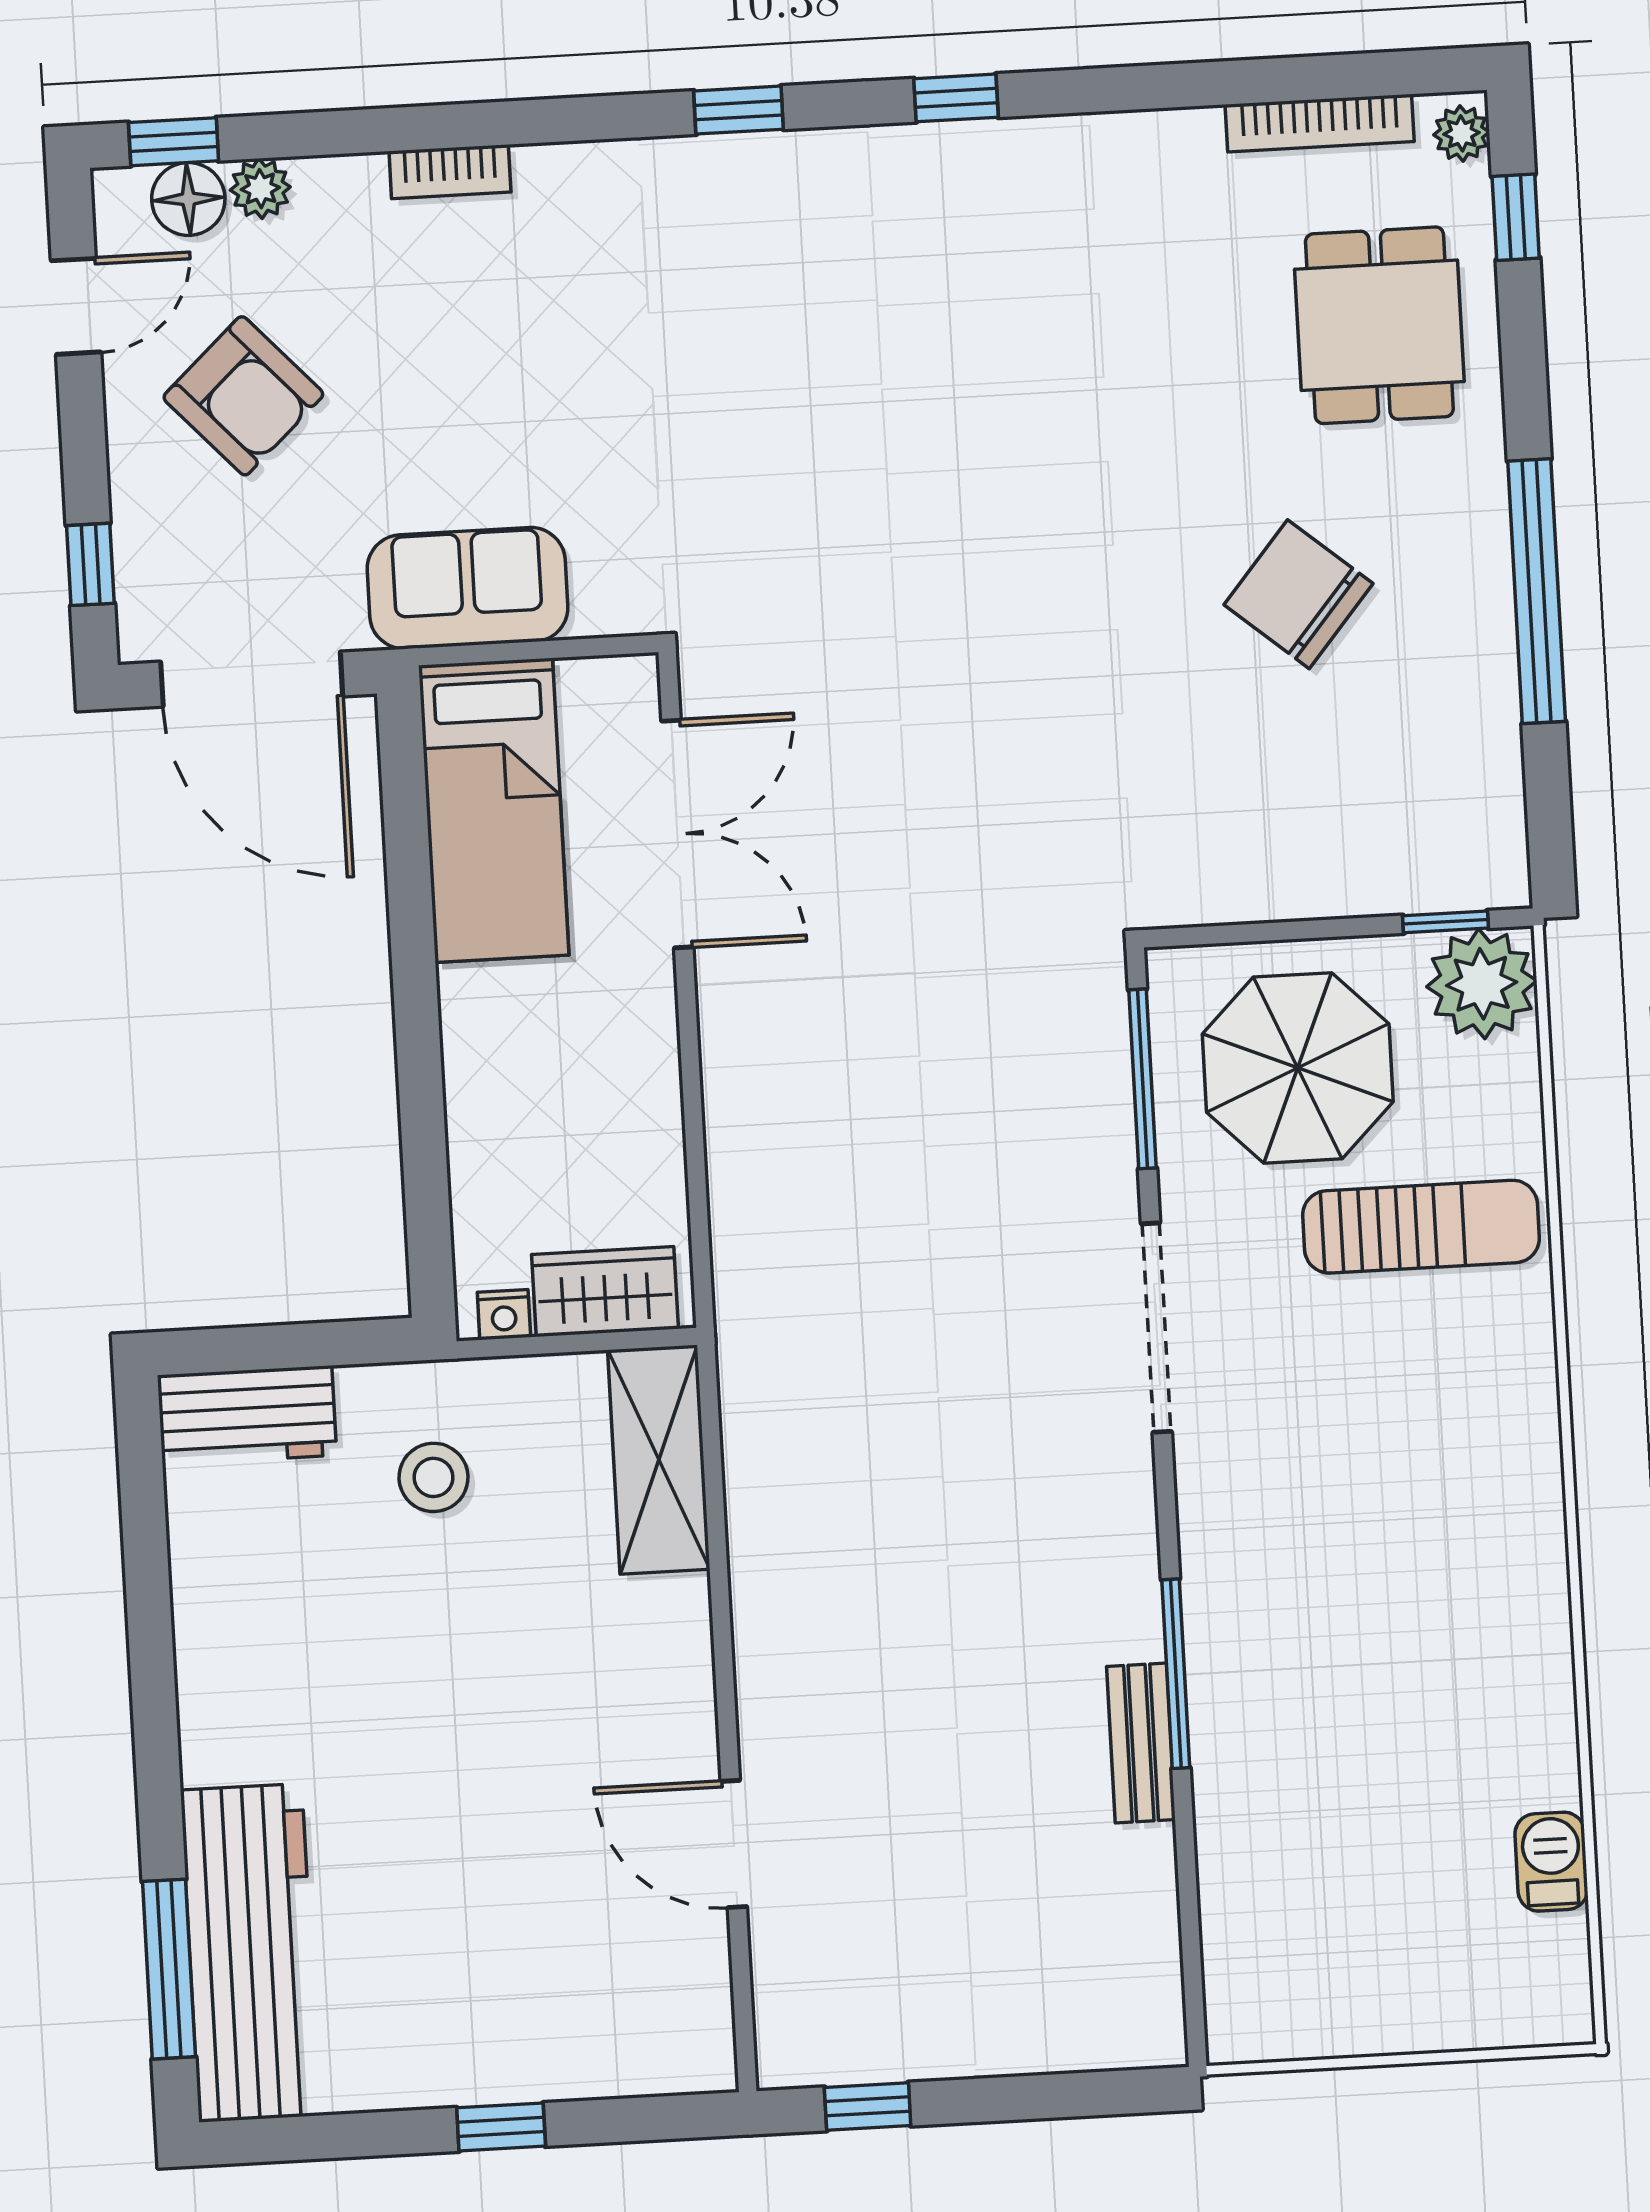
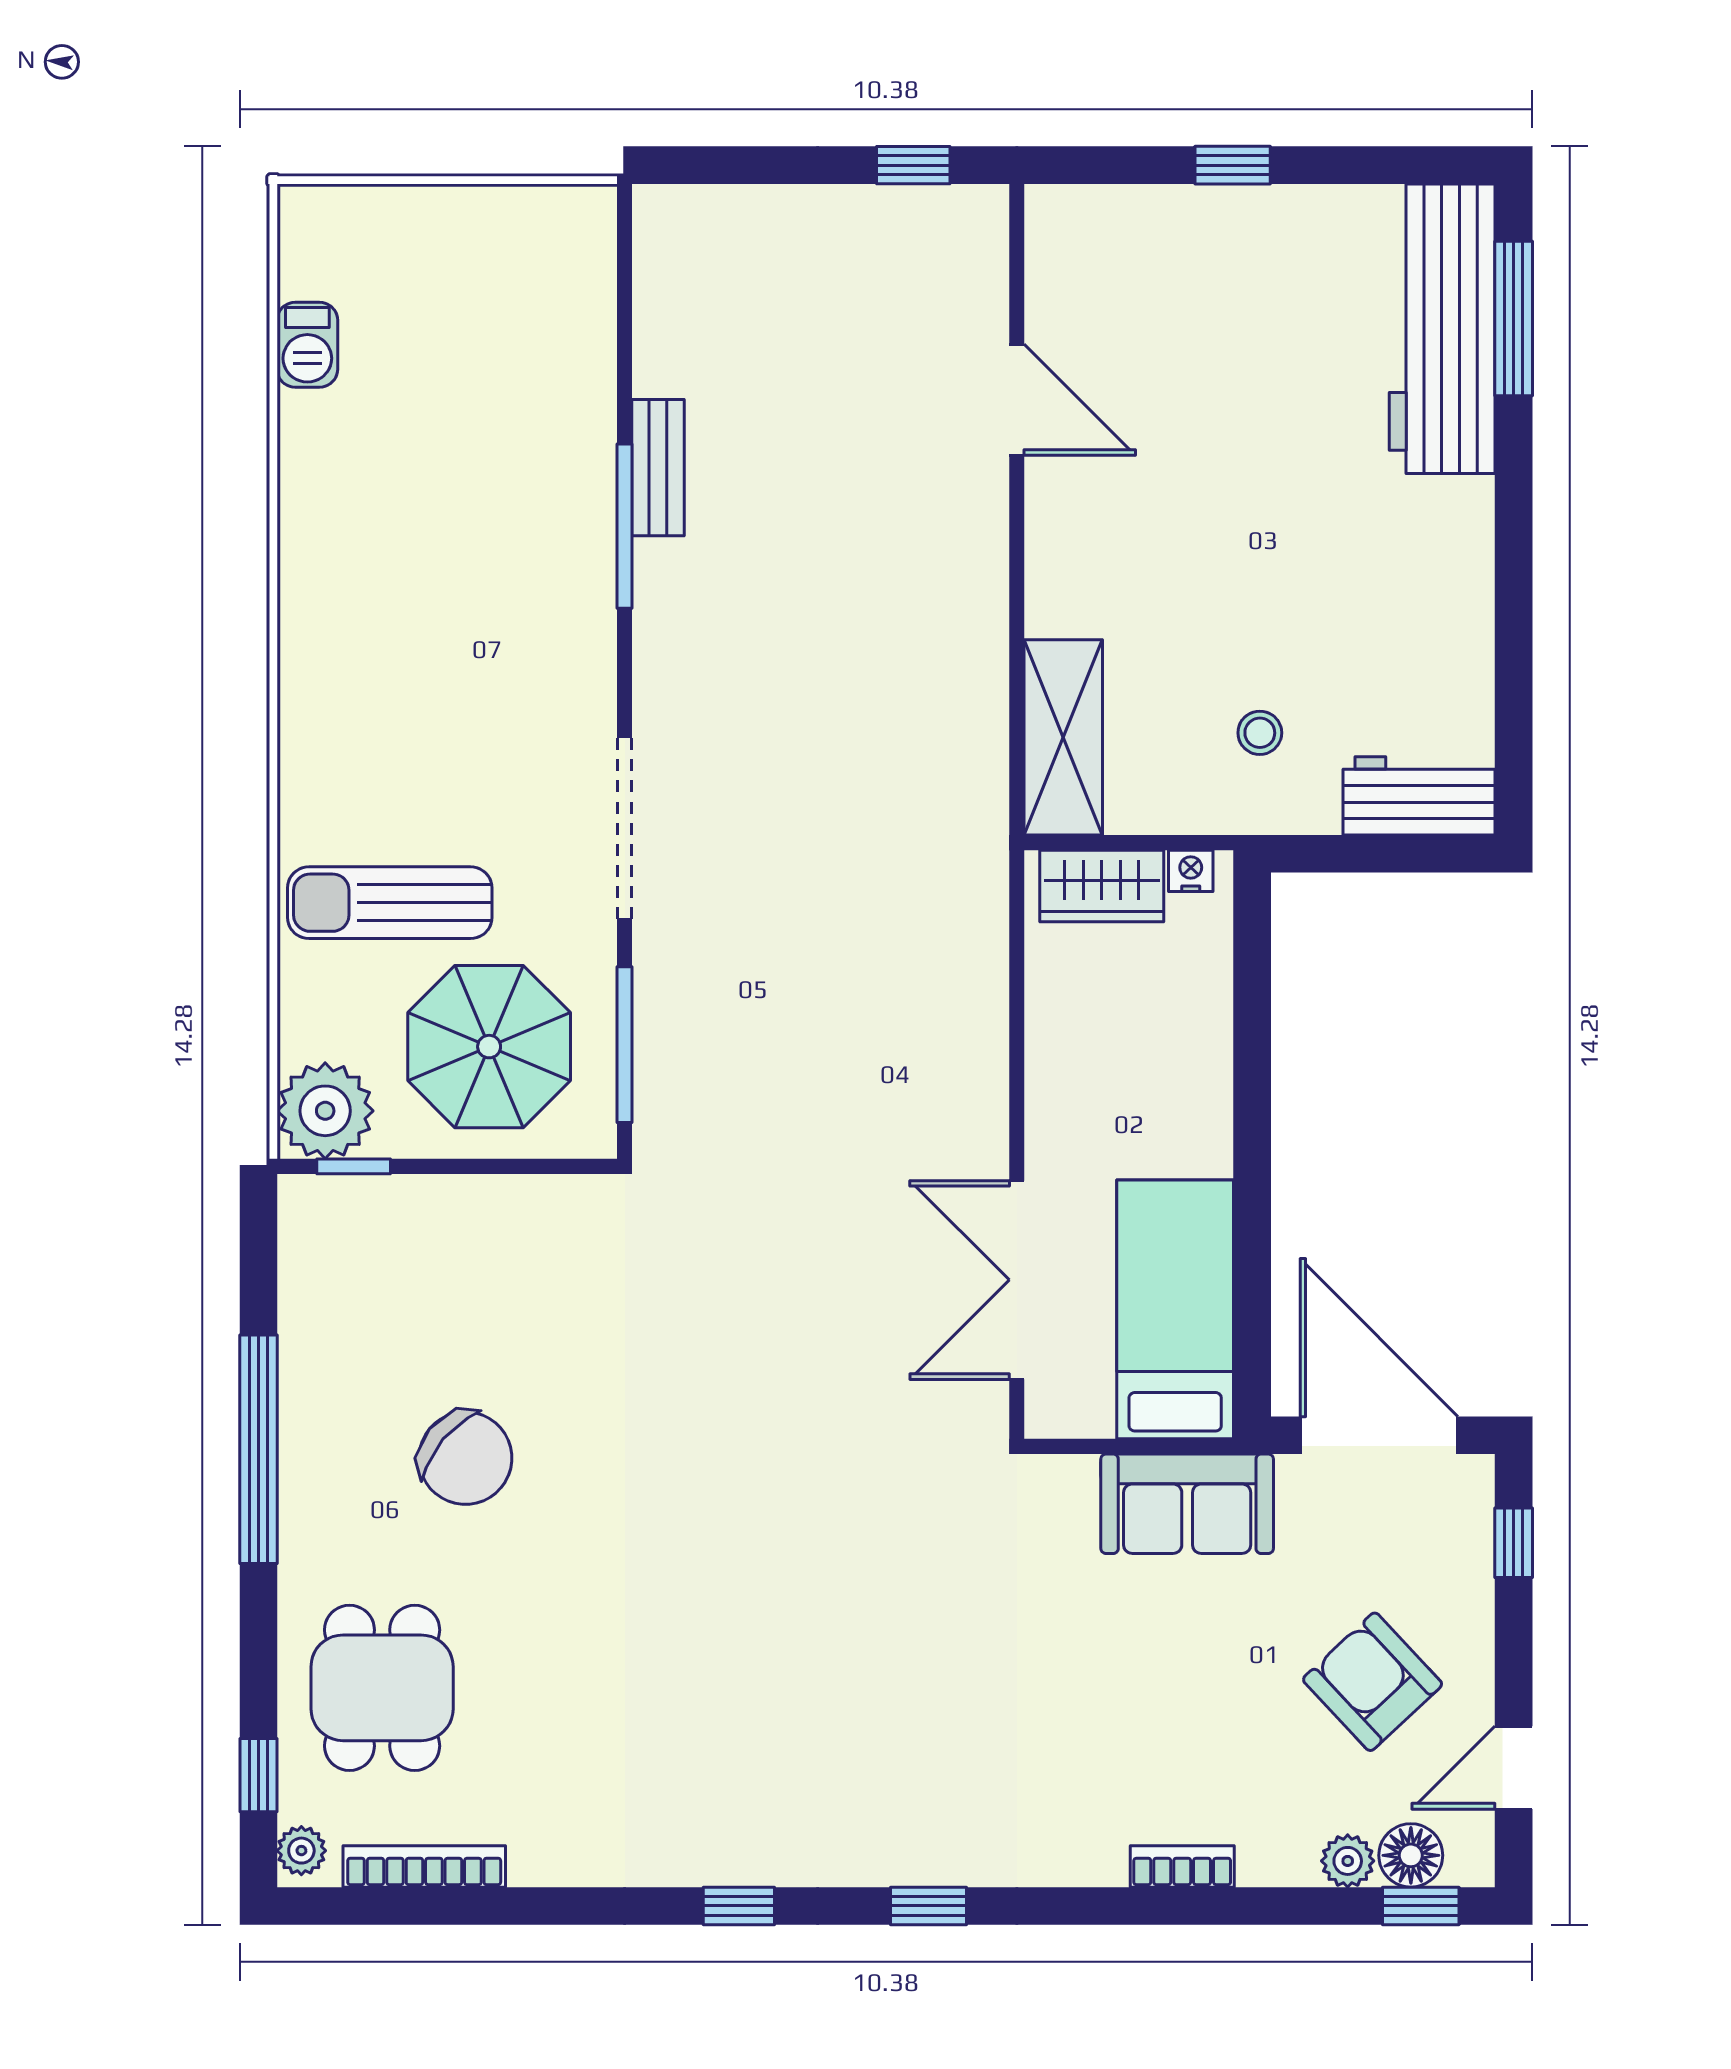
stool: (434, 1477) -> (1260, 733), width x0.73, depth x0.73

